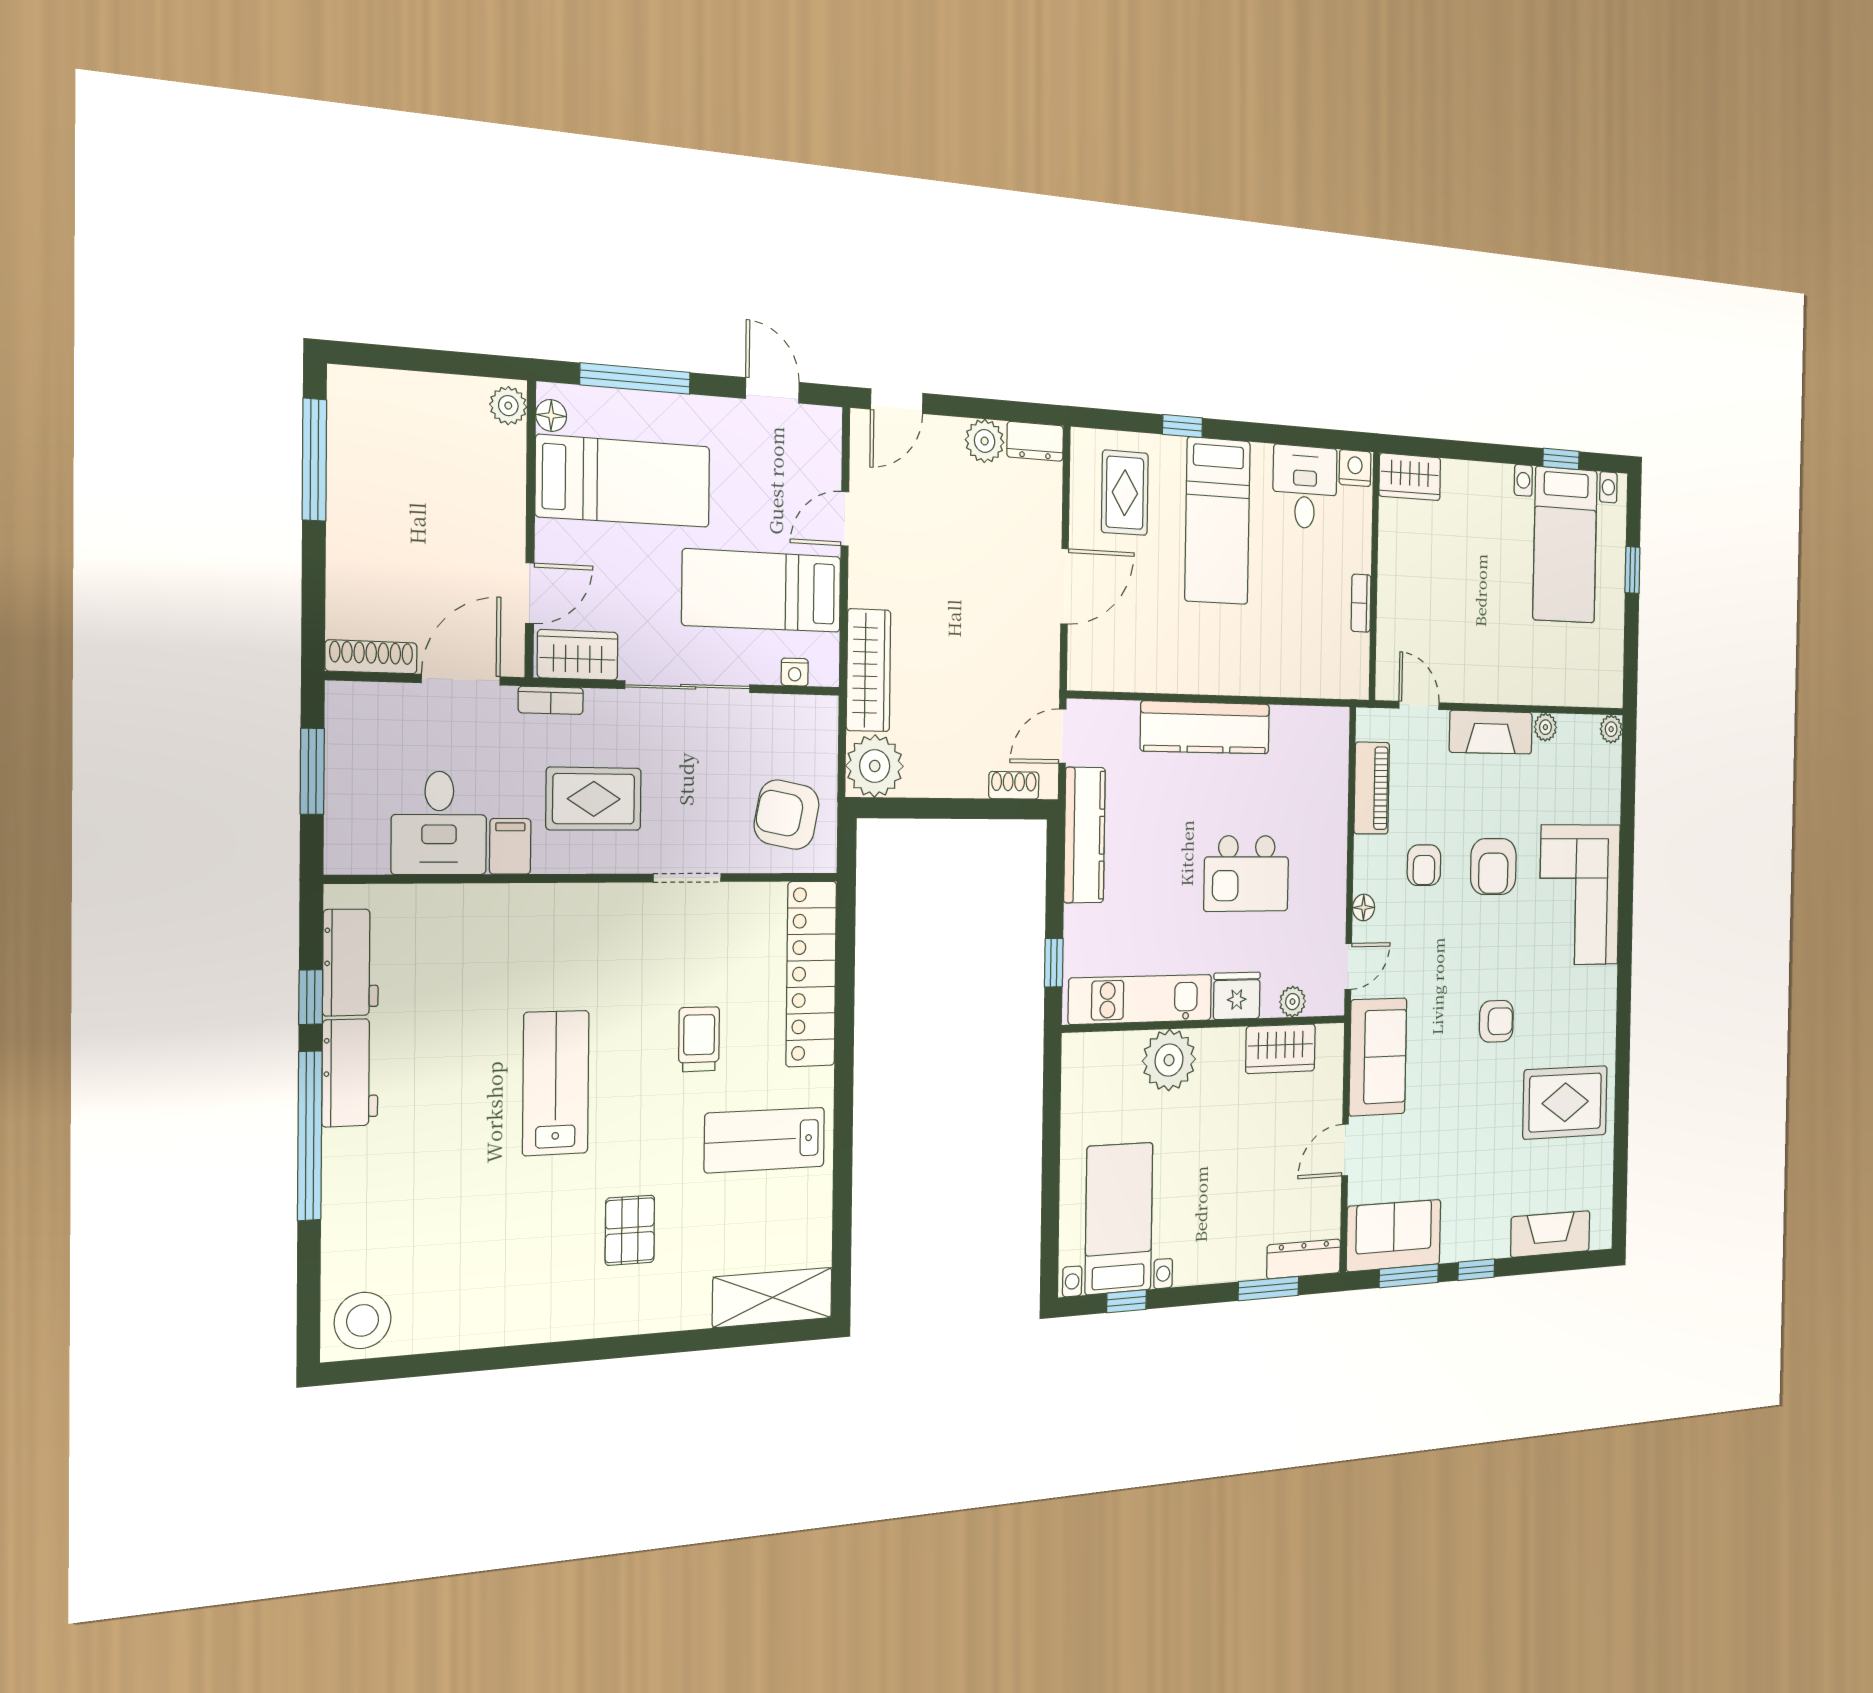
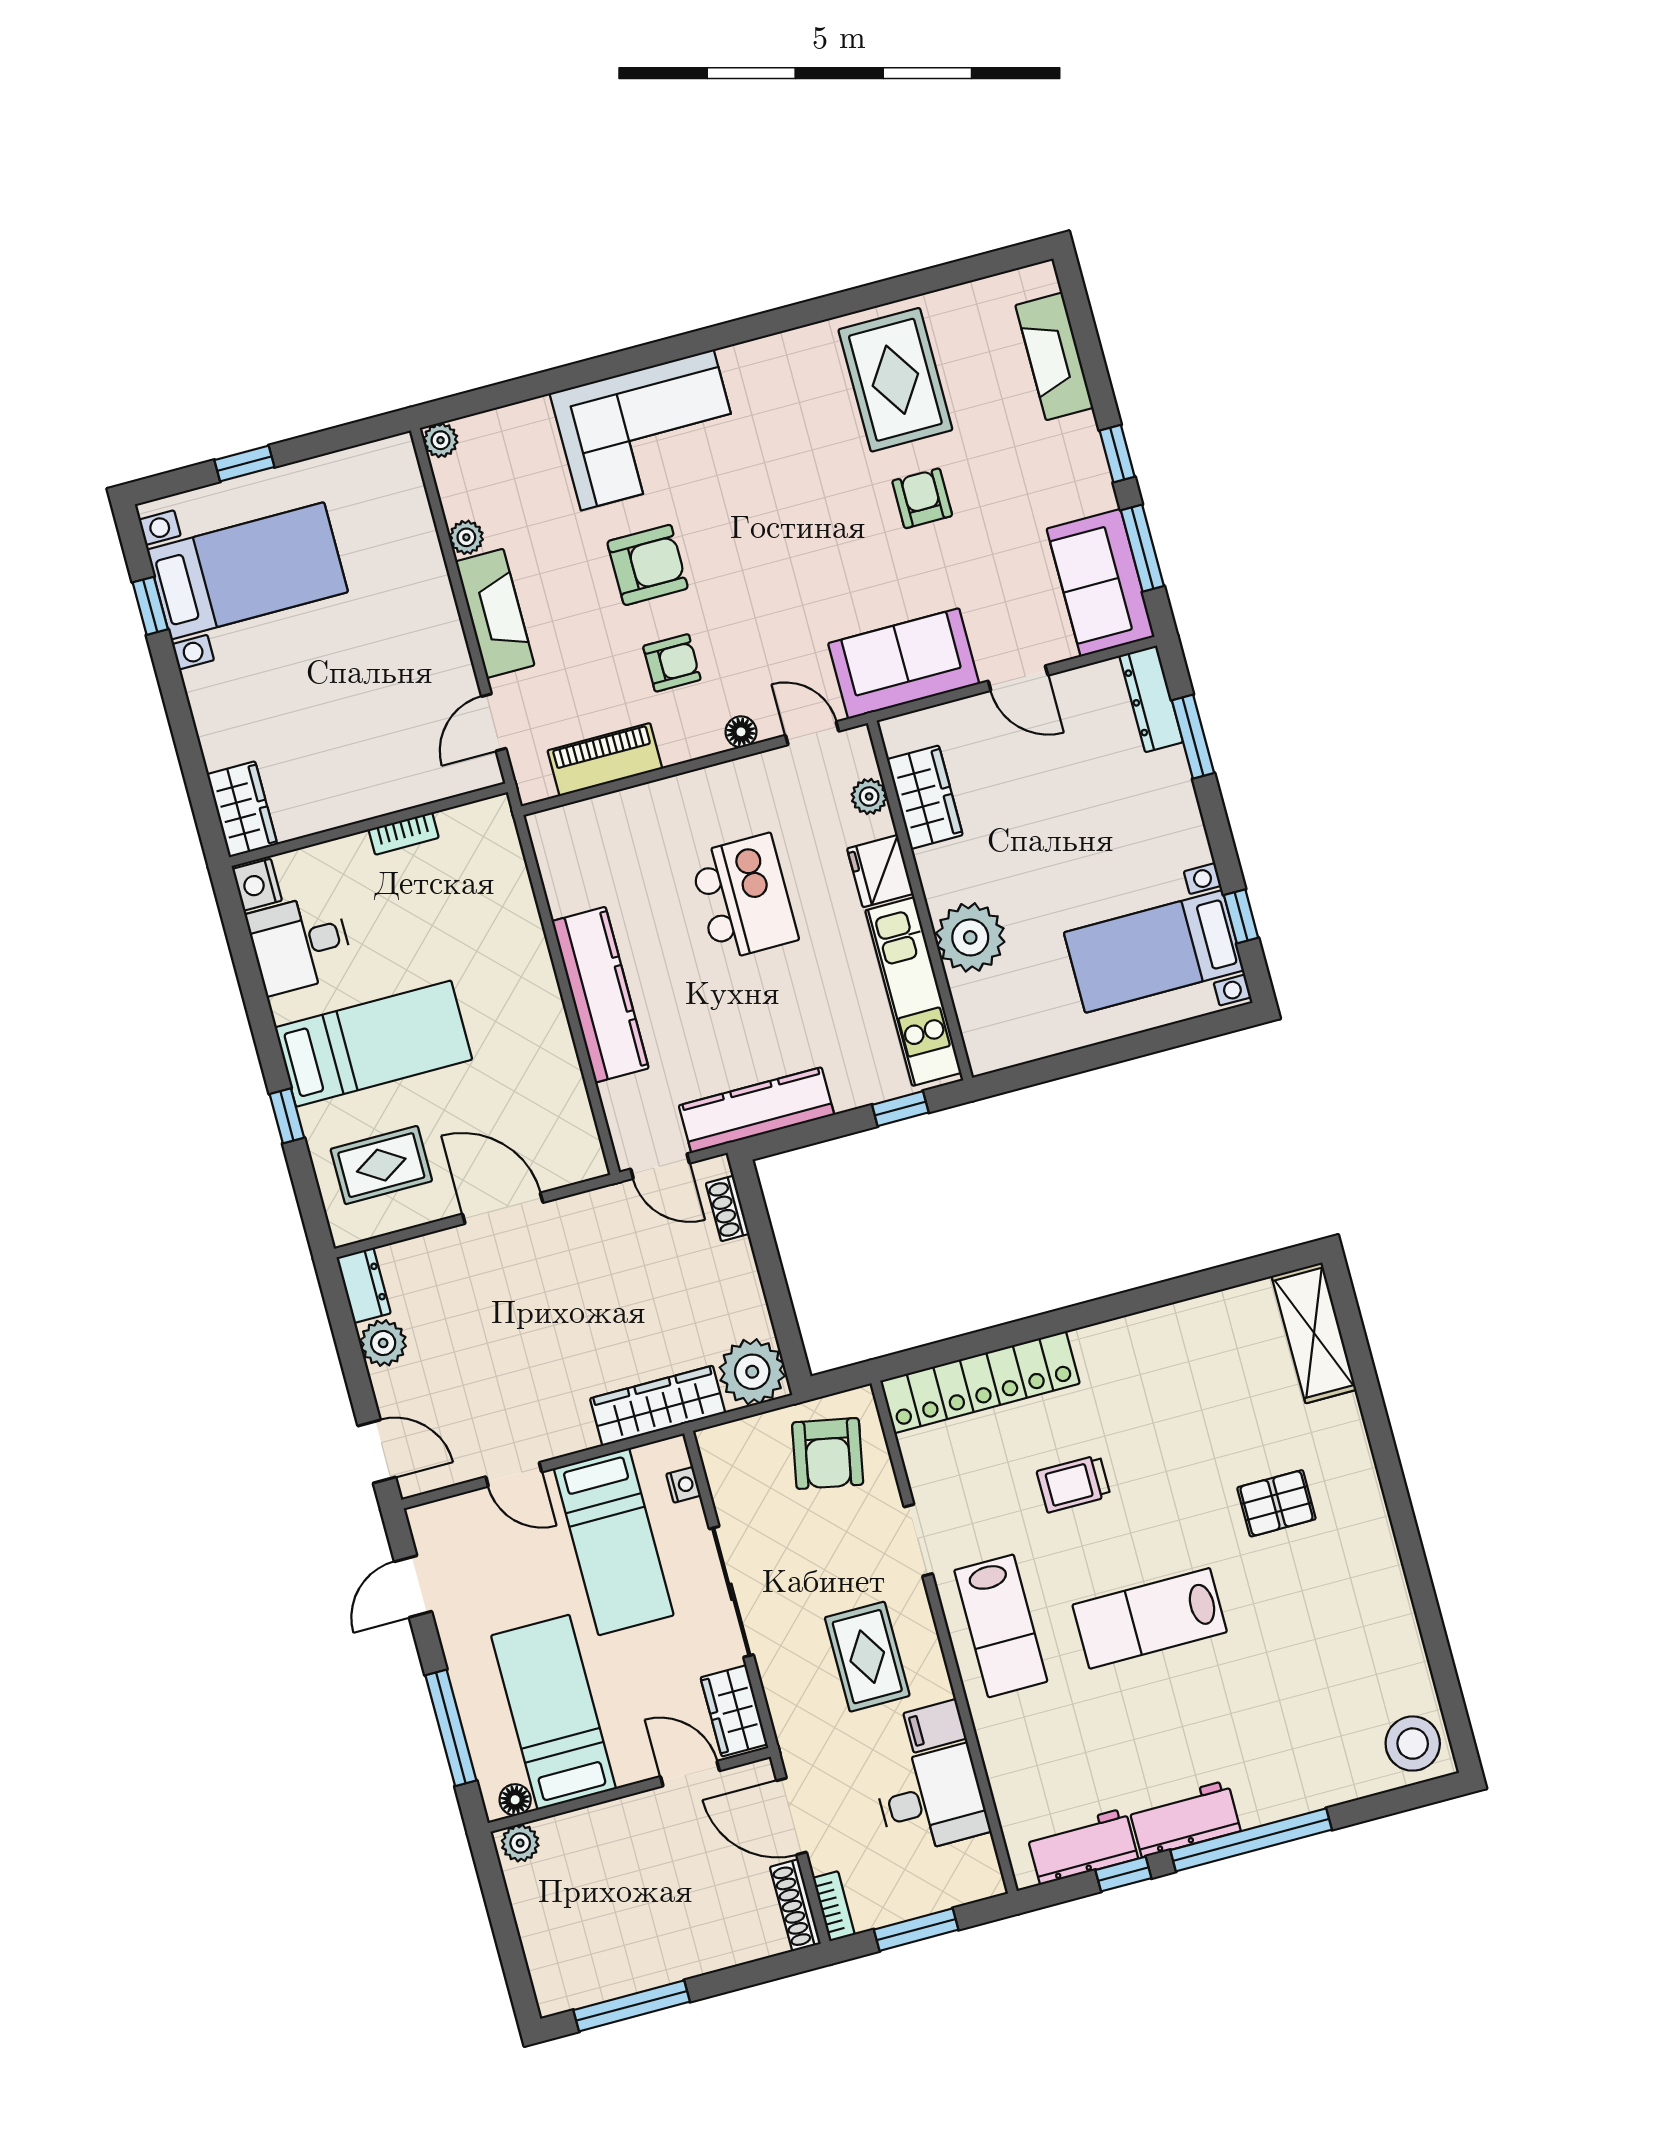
bookcase: (551, 700) -> (834, 1906), moved
armchair: (1496, 1021) -> (922, 498), moved
lab bench: (765, 1140) -> (1001, 1626), moved

